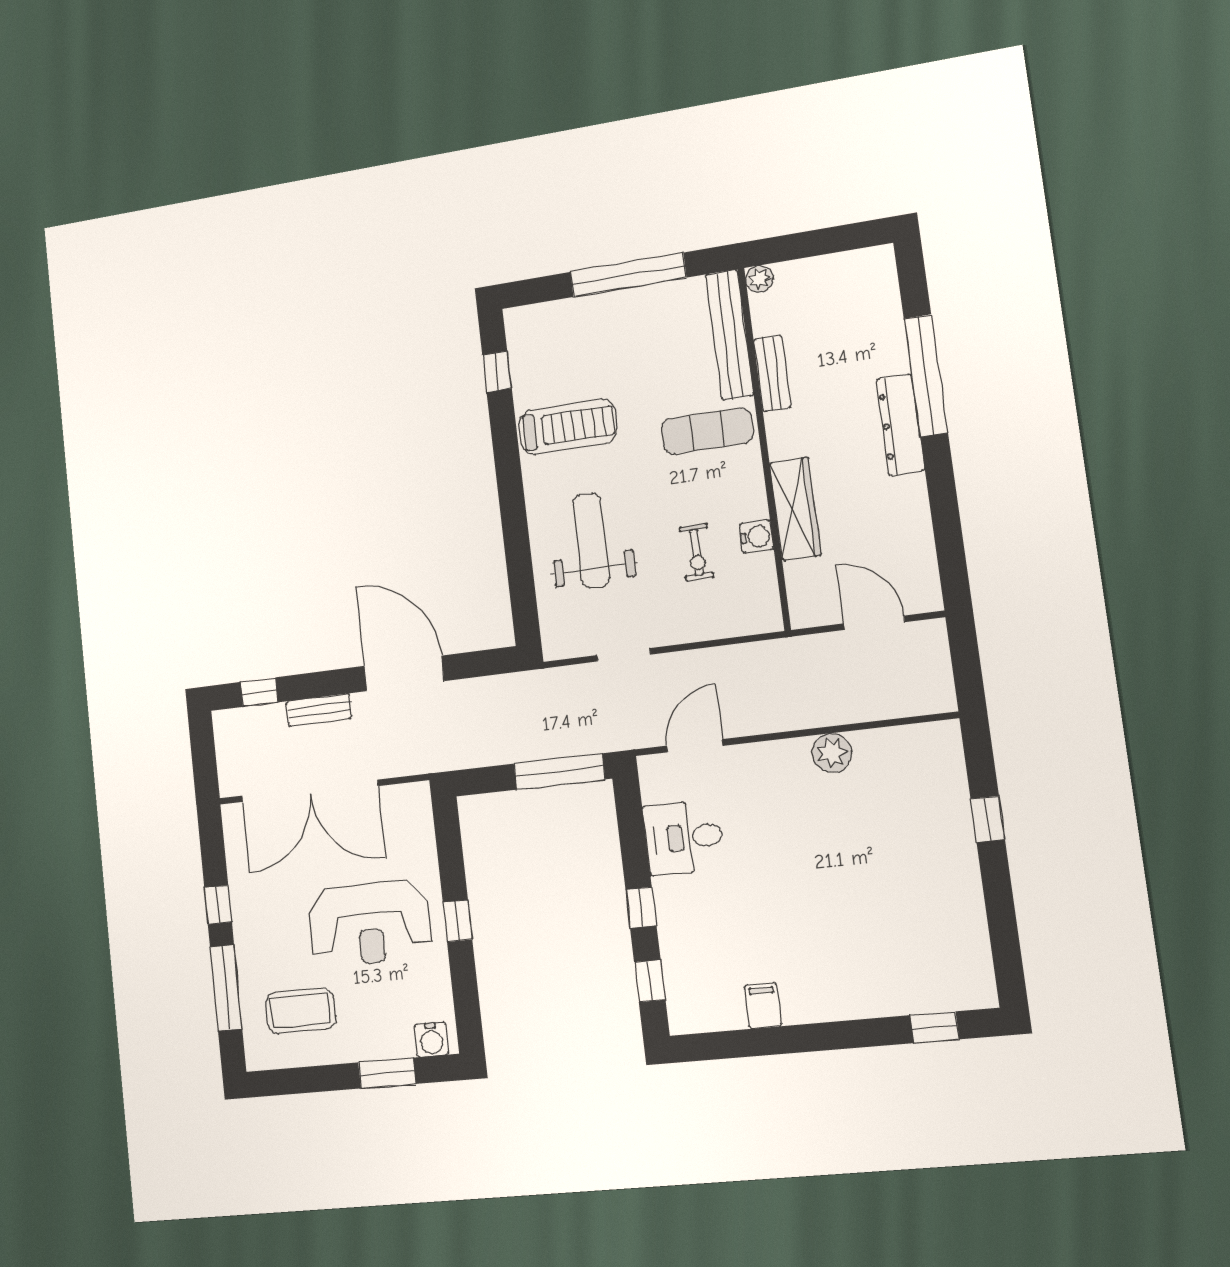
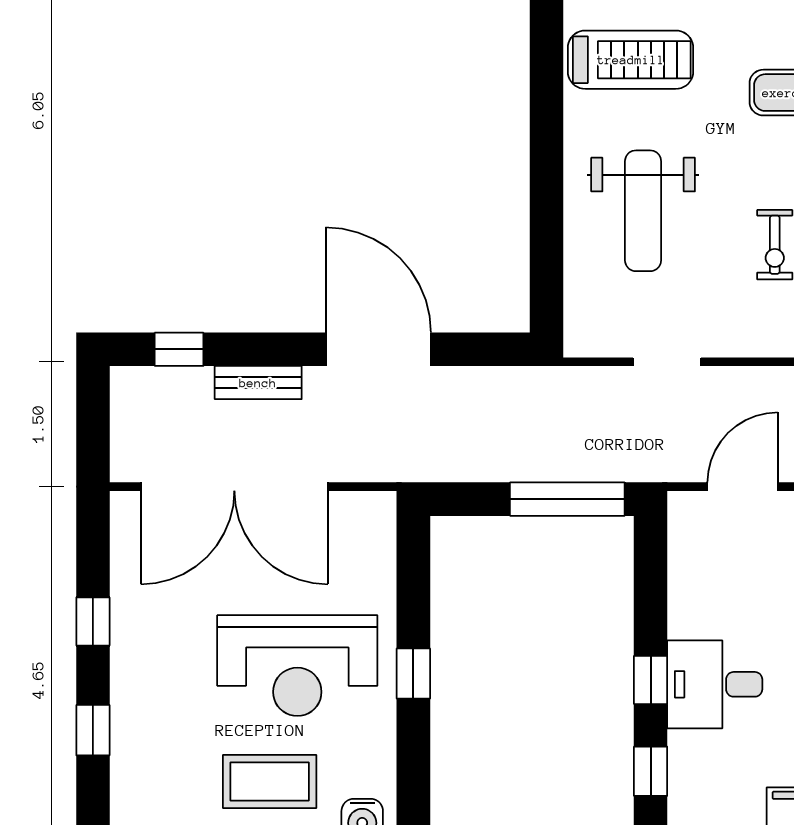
weight bench: (591, 541) -> (643, 211), turned 180
desk: (684, 837) -> (715, 684), moved
window: (226, 988) -> (93, 730), width x0.46
coffee table: (300, 1011) -> (270, 781), moved

